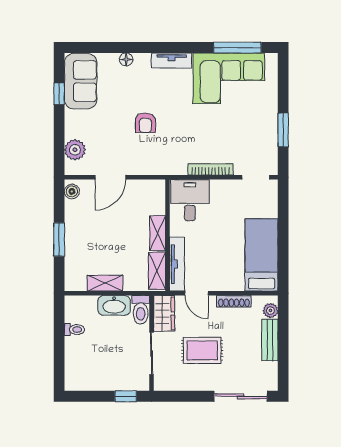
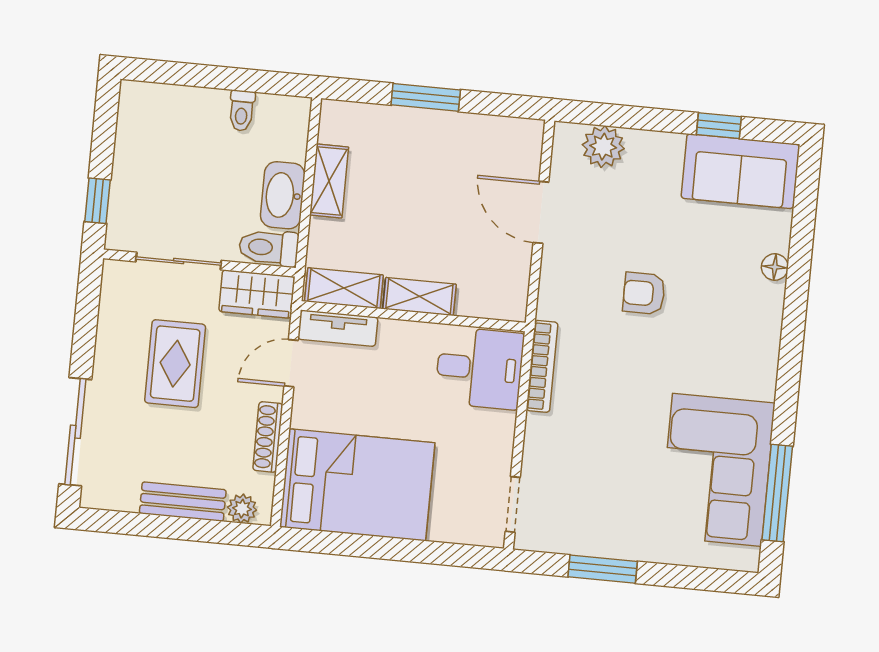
tv unit: (172, 61) -> (764, 358), removed
bookcase: (211, 169) -> (542, 366), moved
boiler: (72, 191) -> (520, 132), removed
bed: (261, 255) -> (357, 485), width x1.50
tv unit: (177, 264) -> (338, 328), width x0.71

